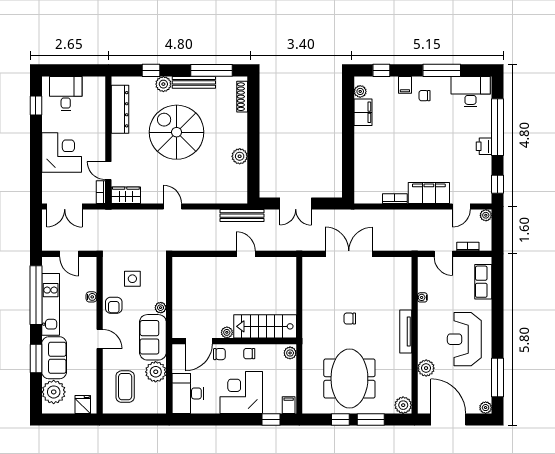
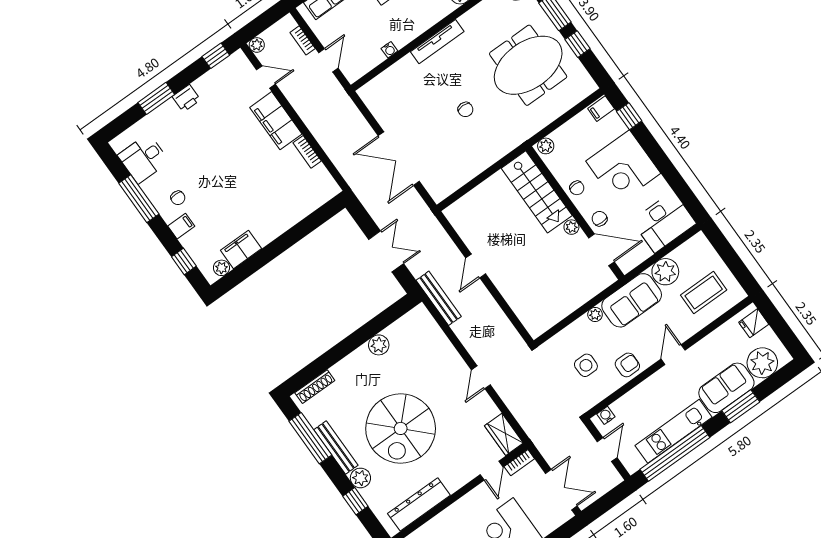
desk: (471, 92) -> (143, 158), width x0.73
window: (498, 127) -> (156, 98), width x0.47
water cooler: (91, 297) -> (606, 415), moved

